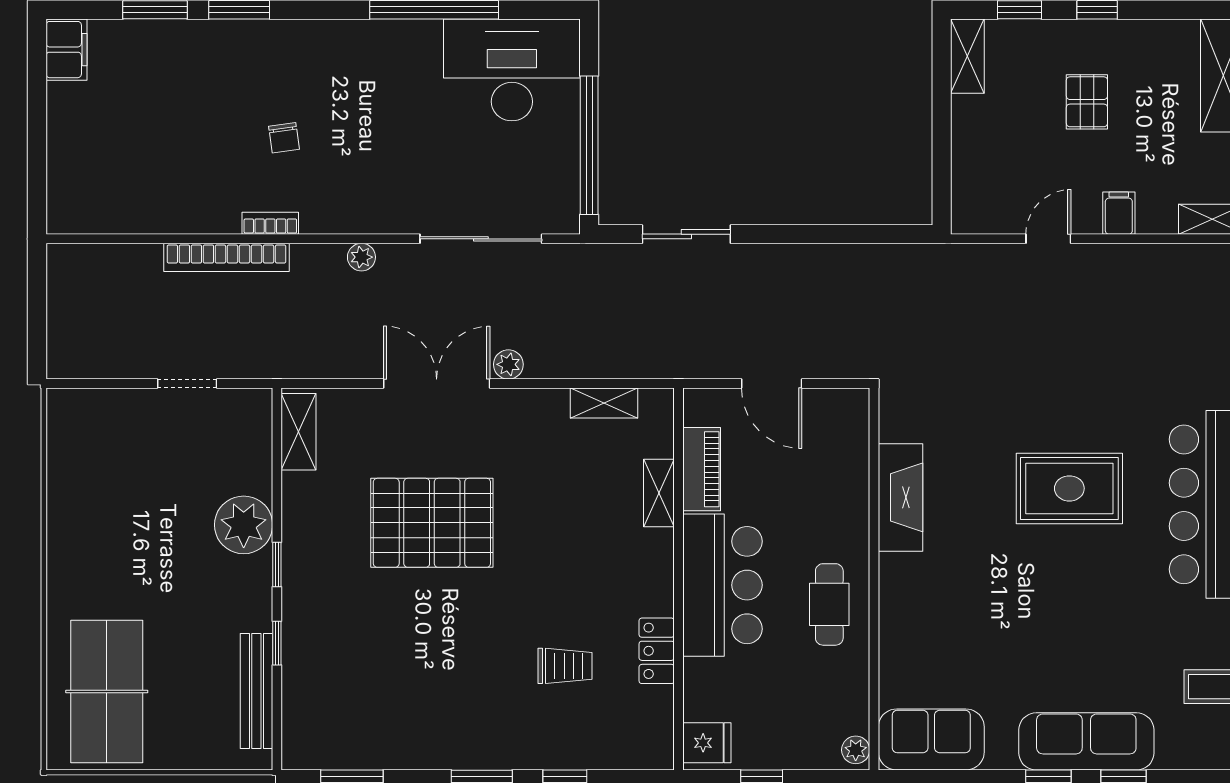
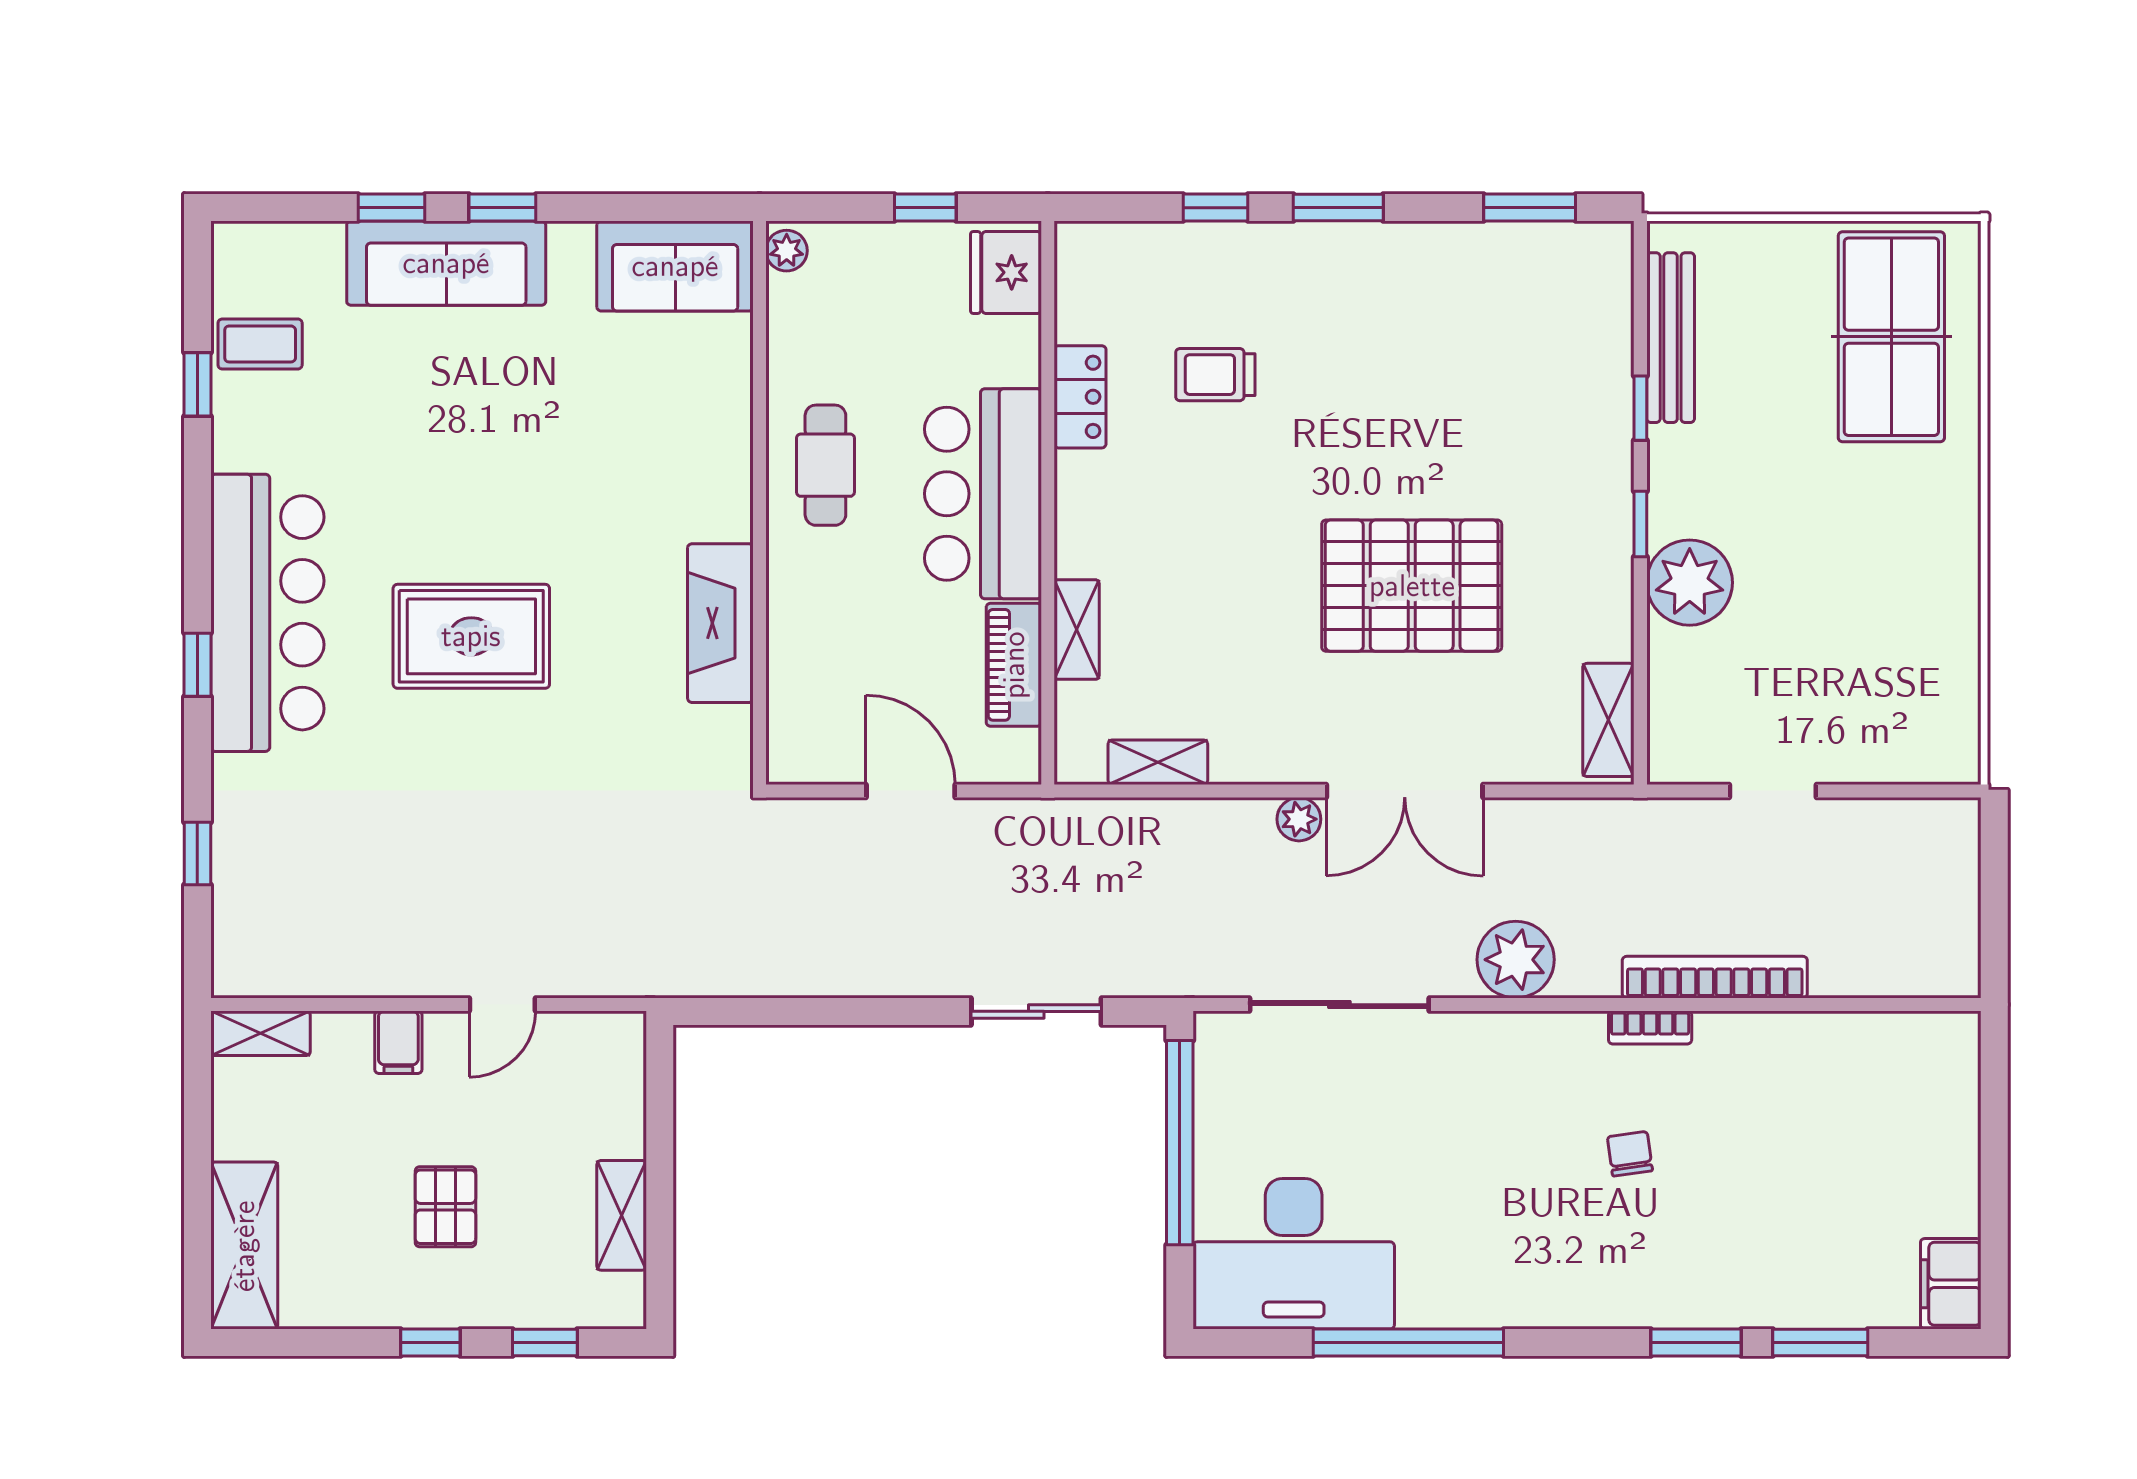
shelving: (967, 56) -> (622, 1215), moved
plant: (361, 257) -> (1516, 960), width x1.88, depth x1.88
fridge: (707, 743) -> (1006, 272), width x1.38

